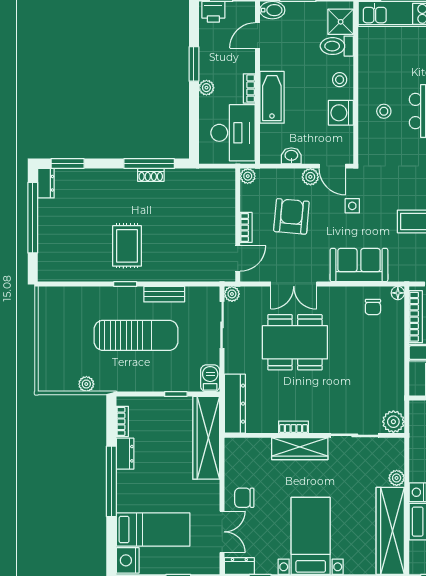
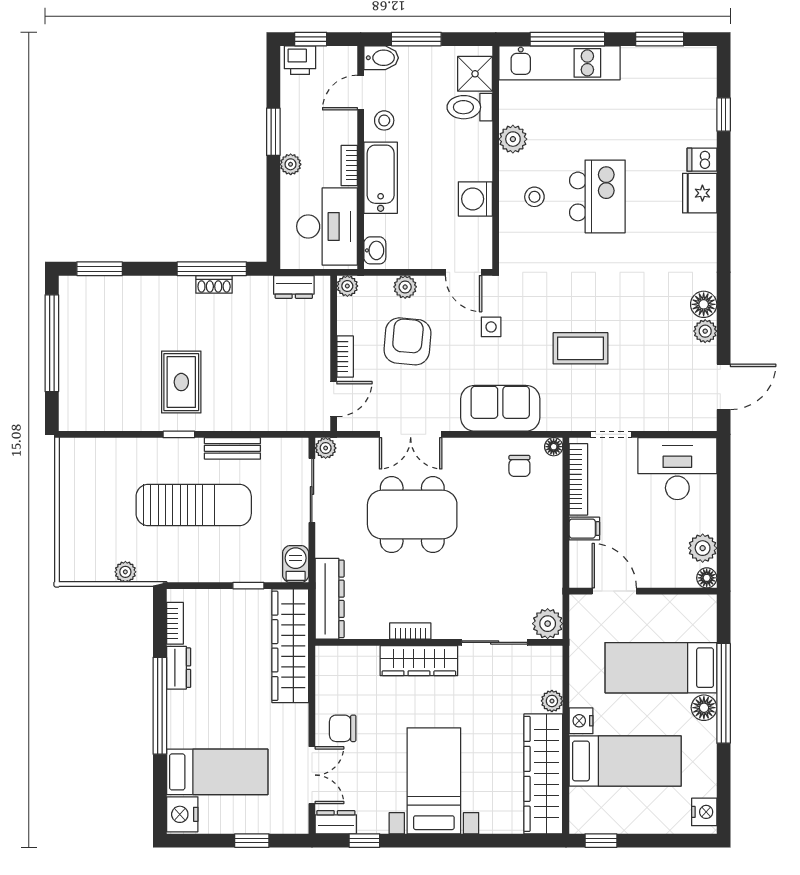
plant: (368, 69) -> (513, 139), added
stool: (340, 80) -> (384, 120), moved
washbasin: (291, 156) -> (375, 250), moved, turned 90
plant: (310, 177) -> (405, 287), moved
dresser: (46, 183) -> (294, 287), moved, turned 90

